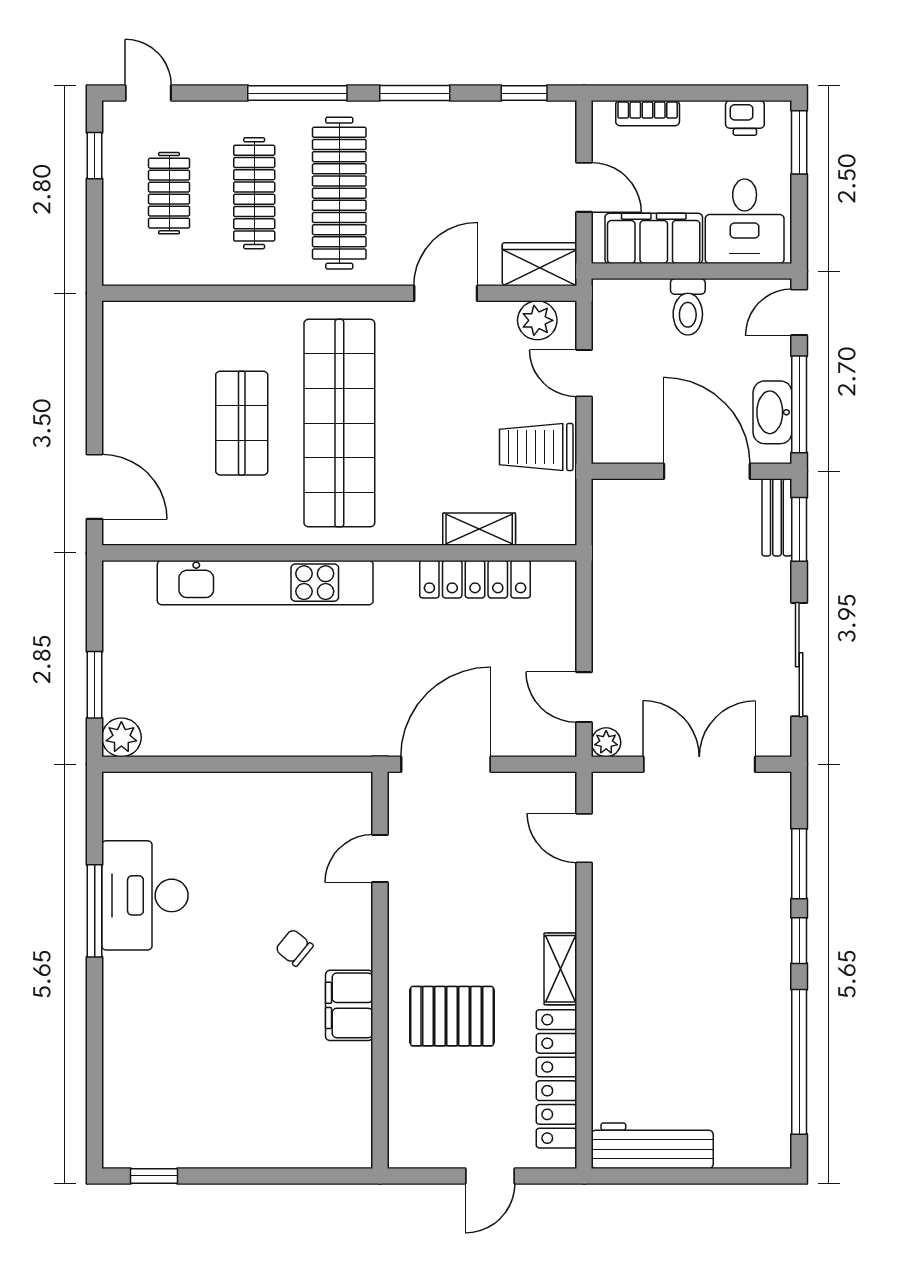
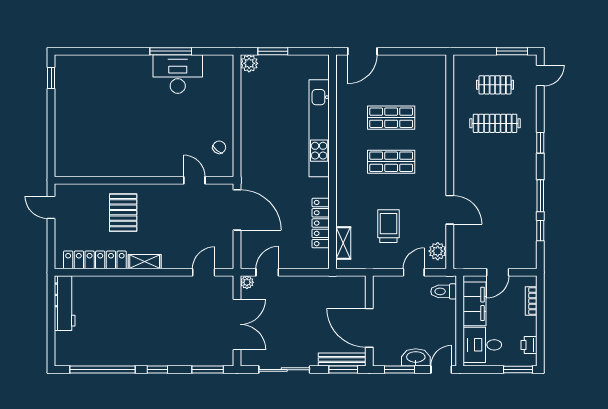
window: (297, 93) -> (540, 143), width x0.46
window: (524, 93) -> (540, 231), moved
window: (95, 156) -> (512, 51), width x1.50
clothes rail: (339, 193) -> (495, 162), removed
wardrobe: (539, 264) -> (463, 252), removed
toilet: (688, 307) -> (444, 291), moved
door: (799, 312) -> (441, 370), hinge flipped
window: (799, 404) -> (400, 370), width x0.69
washbasin: (772, 412) -> (416, 357), moved
shop shelf: (339, 423) -> (391, 162), width x0.50, depth x0.74
trolley: (536, 447) -> (388, 226), moved
door: (707, 471) -> (369, 328), swing flipped
bench: (777, 517) -> (342, 359), width x1.36
shelving: (479, 529) -> (343, 243), moved
window: (799, 864) -> (208, 370), moved
chair: (294, 948) -> (219, 147), moved
filing cabinet: (349, 1005) -> (128, 166), removed
door: (490, 1176) -> (51, 207), moved

